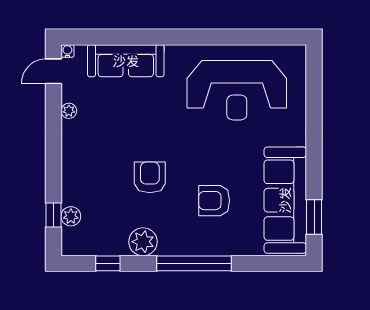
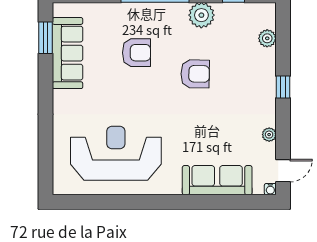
armchair: (150, 177) -> (195, 74), turned -89
sofa: (285, 200) -> (68, 53), width x0.74, depth x0.79
window: (53, 215) -> (283, 87), moved

